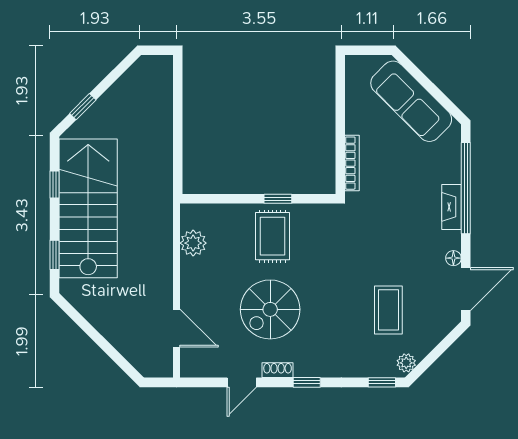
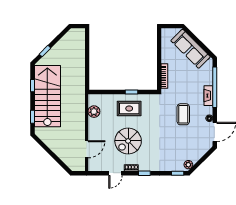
rug: (273, 236) -> (129, 108), turned 90
coffee table: (388, 310) -> (183, 114), moved
door: (177, 328) -> (87, 149), hinge flipped

